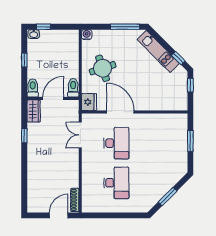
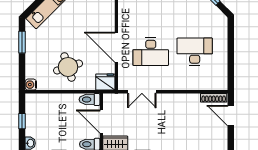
window: (43, 27) -> (22, 121), moved
window: (125, 27) -> (22, 42), width x0.69
door: (120, 112) -> (116, 47), hinge flipped
desk: (116, 143) -> (151, 52), turned 180

